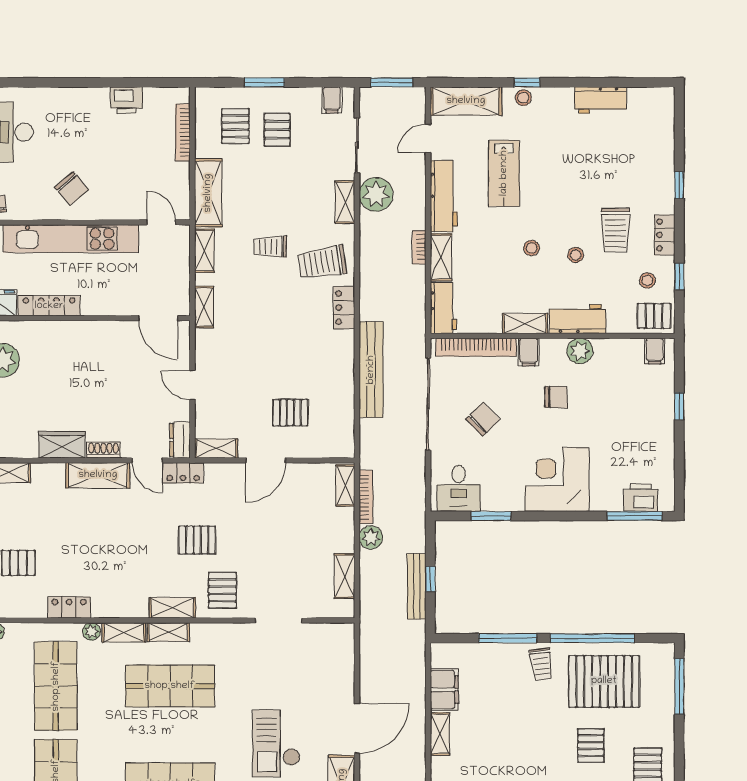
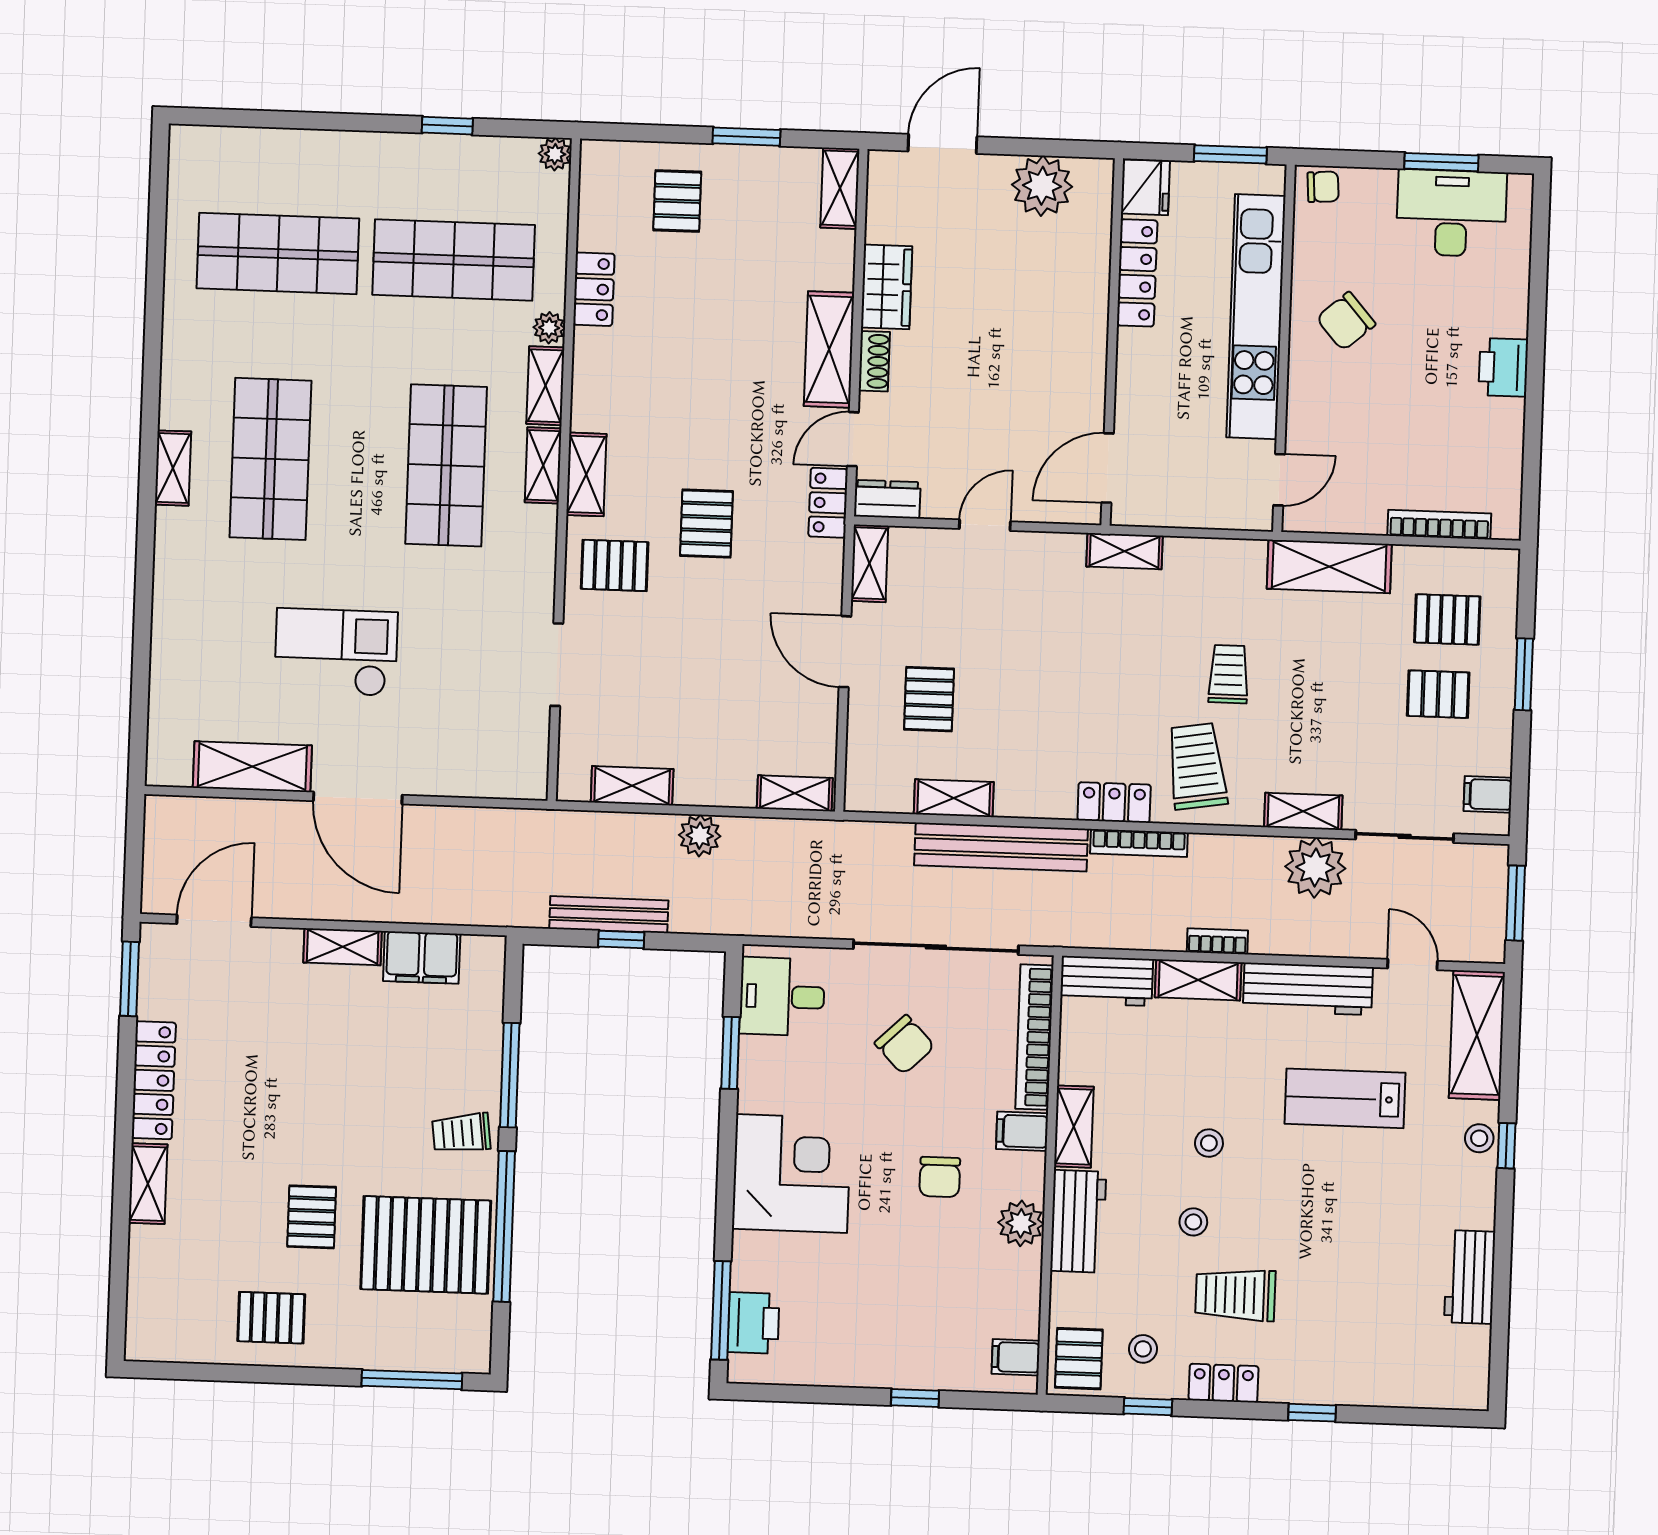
printer: (126, 100) -> (1503, 367), moved
shelving: (204, 251) -> (954, 798), moved
bookcase: (366, 497) -> (1139, 843), moved
pallet: (604, 681) -> (426, 1245), turned 90
pallet: (591, 745) -> (312, 1217), turned 90

